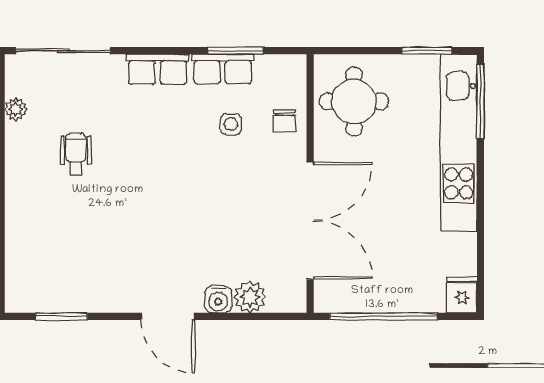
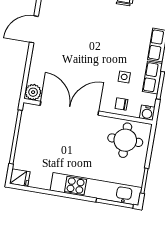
double door: (310, 221) -> (69, 108), swing flipped
plant: (250, 297) -> (33, 92), moved
water cooler: (218, 299) -> (147, 113), moved, turned -90

